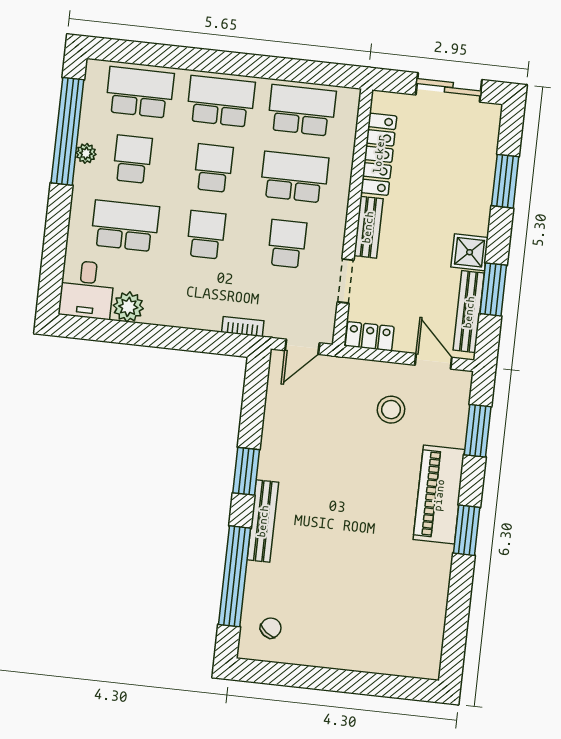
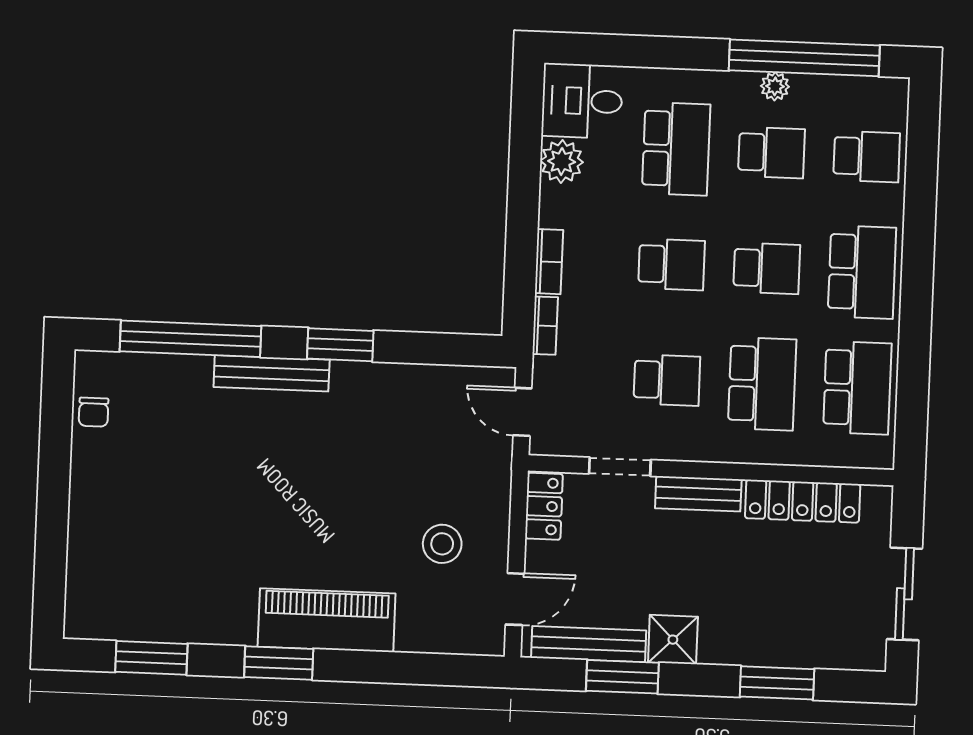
school desk: (140, 92) -> (867, 156), width x0.54
bookcase: (198, 321) -> (549, 262), added
window: (478, 431) -> (151, 658), moved
chair: (271, 628) -> (94, 412), moved, turned 52

